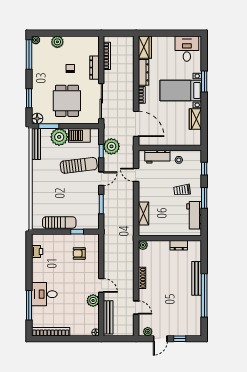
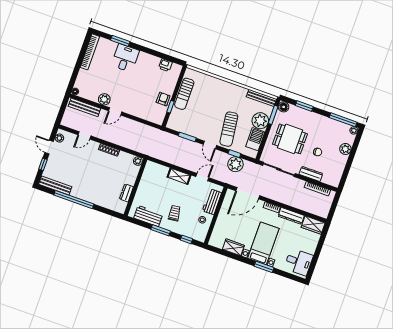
shelving: (144, 214) -> (179, 176), moved
armchair: (79, 253) -> (163, 99), moved
bench: (197, 278) -> (55, 185), moved
window: (29, 305) -> (120, 41), width x0.69

